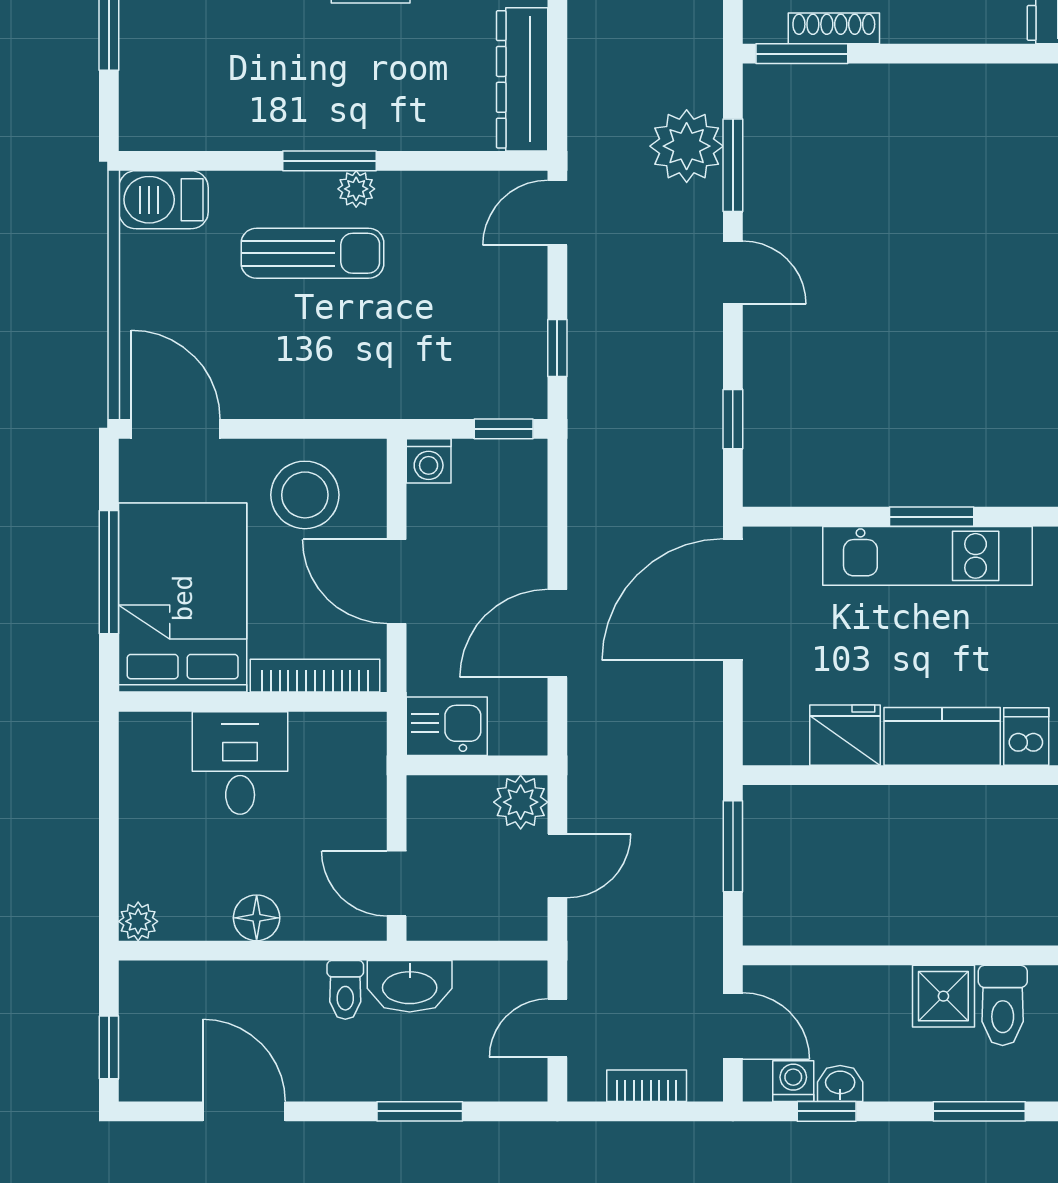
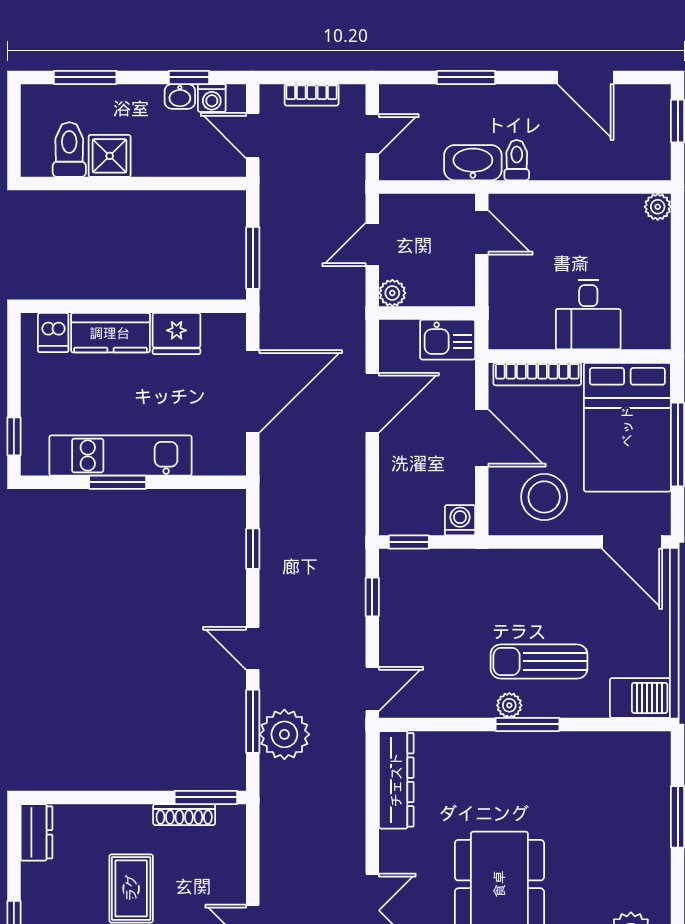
door: (733, 600) -> (253, 391), moved
plant: (521, 802) -> (392, 293), width x0.73, depth x0.73
floor lamp: (257, 918) -> (577, 209), removed

